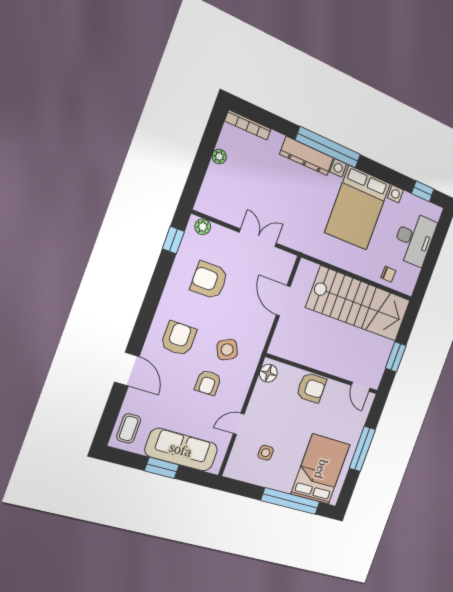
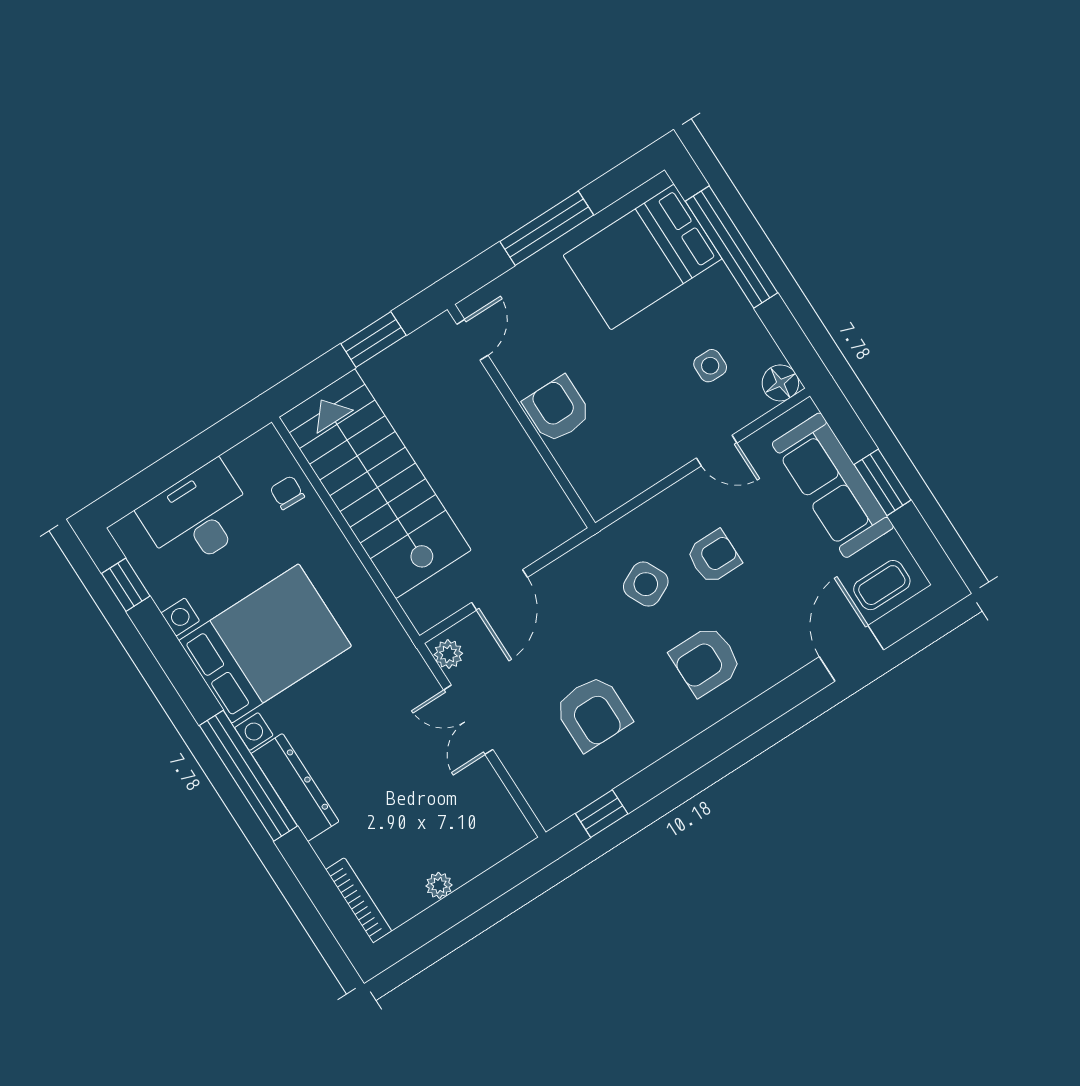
plant: (203, 227) -> (448, 654), moved
door: (127, 369) -> (852, 653), moved
floor lamp: (268, 373) -> (780, 383), moved

